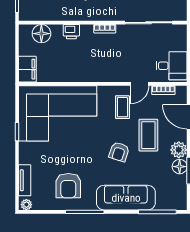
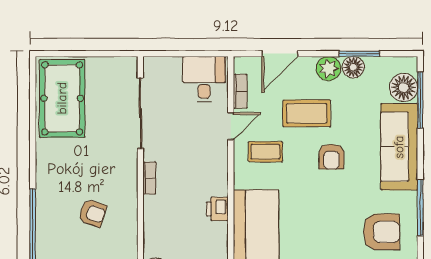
printer: (71, 32) -> (217, 209), moved, turned 180
door: (140, 84) -> (231, 126), hinge flipped
armchair: (119, 152) -> (331, 157), turned 72
floor lamp: (166, 201) -> (404, 88), added

